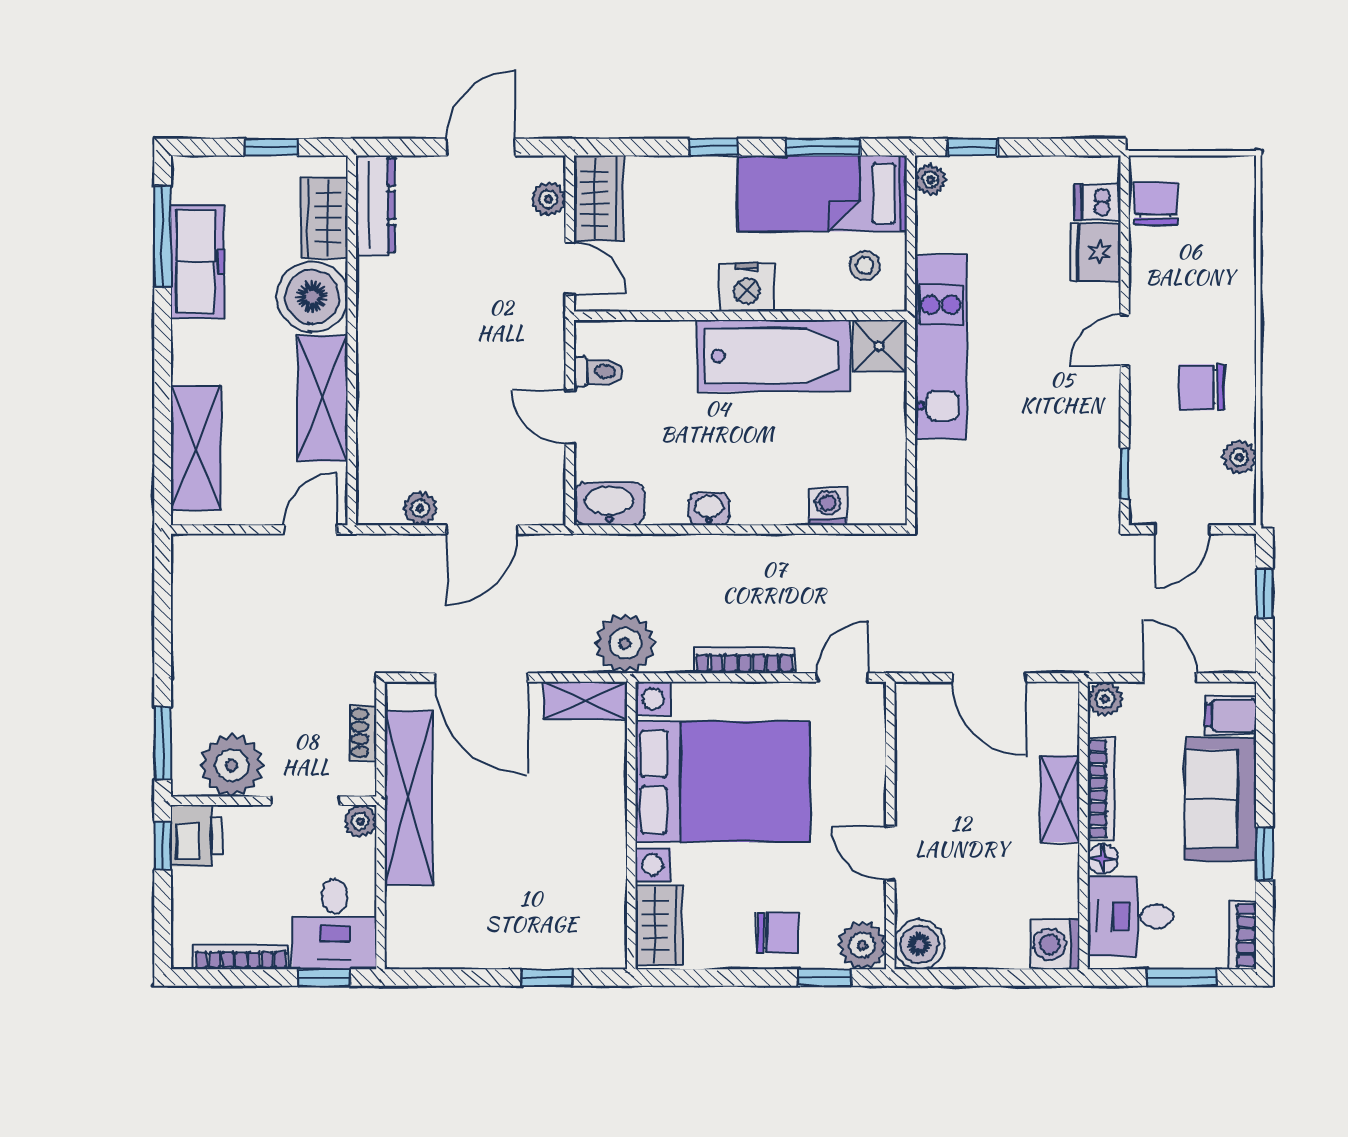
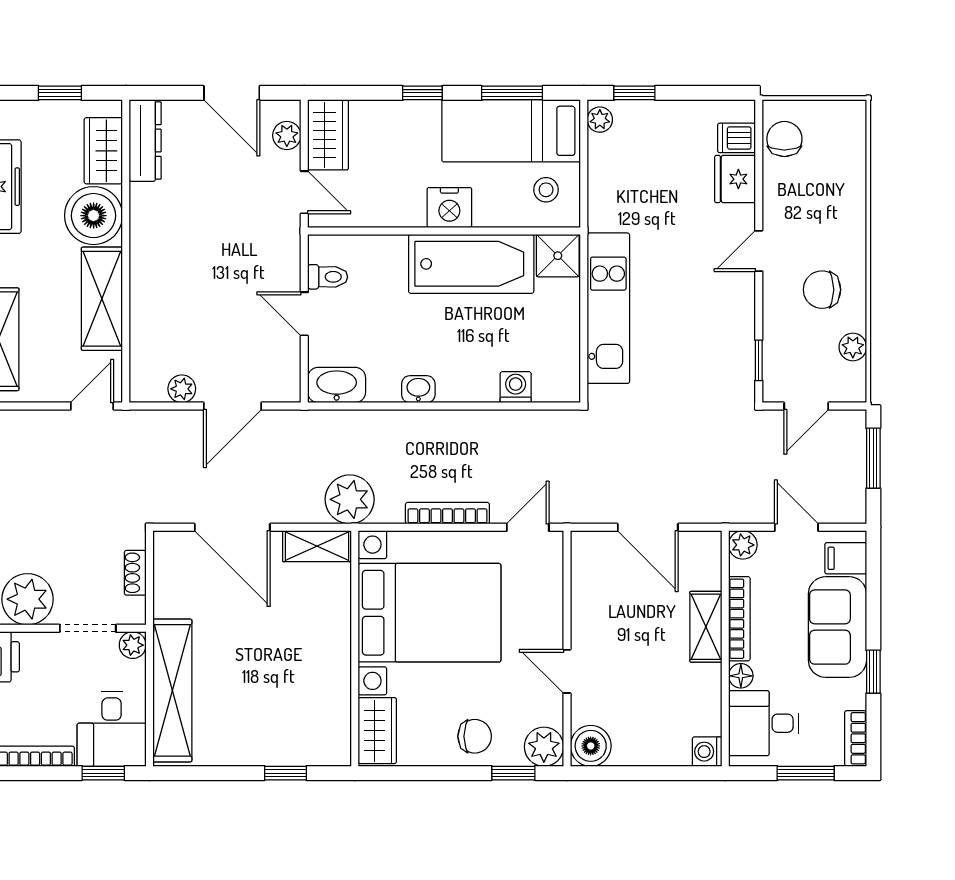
door: (481, 147) -> (232, 93), swing flipped
kitchen unit: (941, 347) -> (608, 308), moved
window: (1264, 593) -> (873, 458), width x1.50
shelving: (408, 798) -> (172, 690), moved
washing machine: (1055, 944) -> (707, 752), width x0.73, depth x0.73

